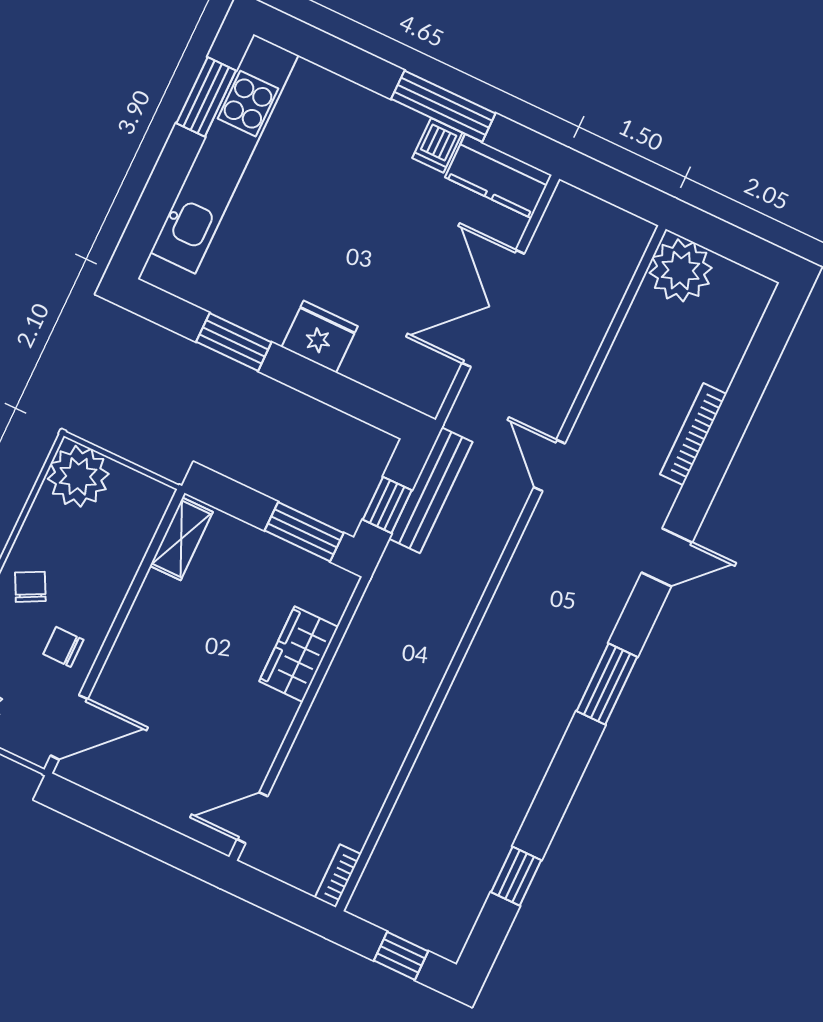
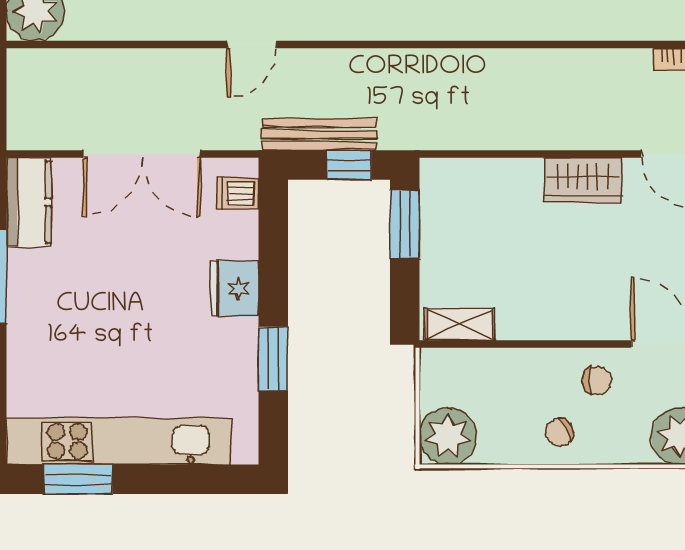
dishwasher: (437, 145) -> (238, 193), moved, turned 180
chair: (63, 647) -> (597, 381), turned -91
wardrobe: (299, 654) -> (583, 180), moved

